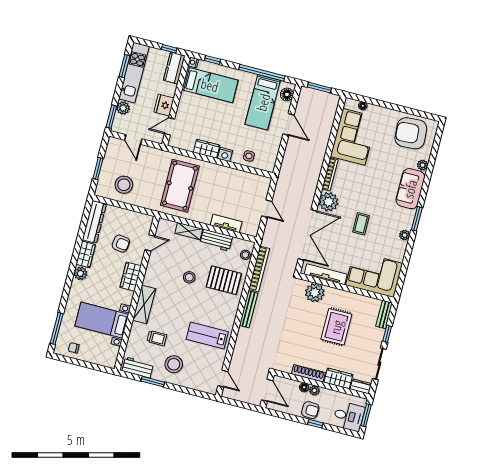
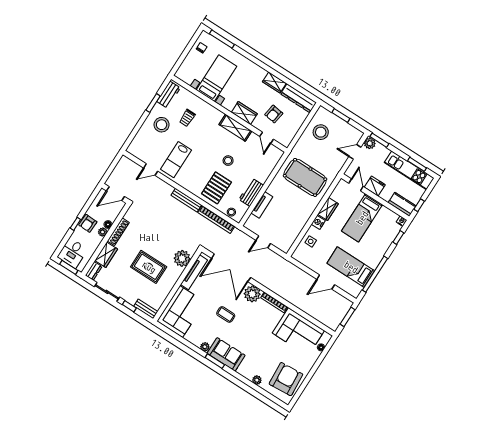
bed: (210, 85) -> (362, 218), moved
floor lamp: (287, 94) -> (351, 289), removed
plant: (123, 108) -> (370, 143), moved
sofa: (410, 189) -> (226, 354), moved
shelving: (189, 231) -> (266, 173), removed
plant: (80, 273) -> (260, 73), removed
shelving: (144, 304) -> (235, 128), moved
lab bench: (207, 335) -> (176, 160), turned 180
door: (223, 379) -> (151, 170), moved

